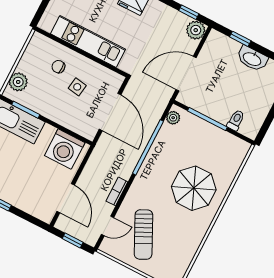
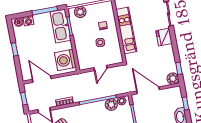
door: (110, 112) -> (100, 68), width x0.53
plant: (168, 135) -> (111, 105), added
door: (66, 198) -> (42, 79), swing flipped

